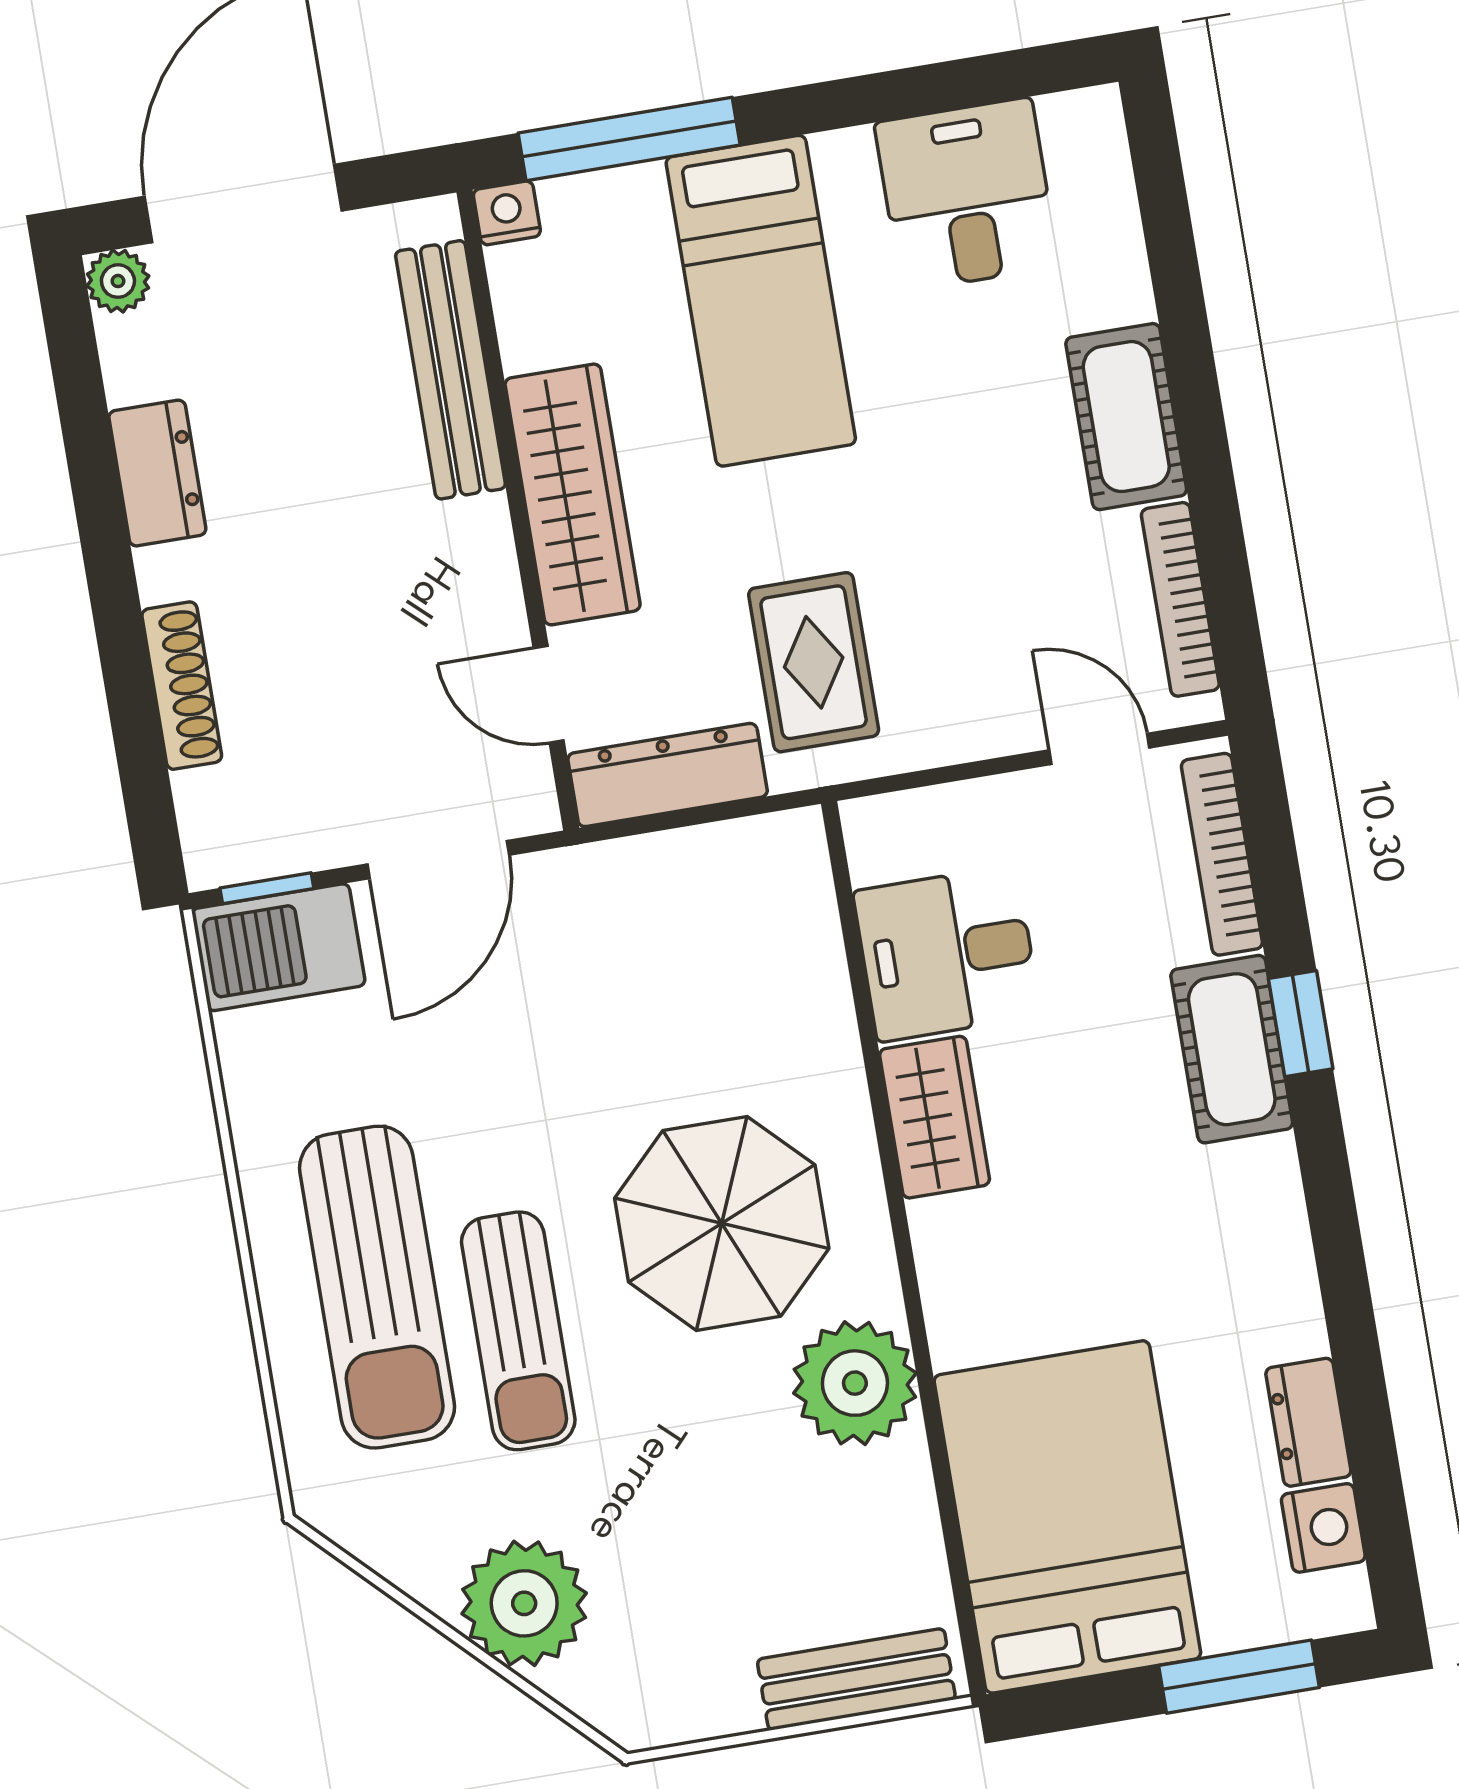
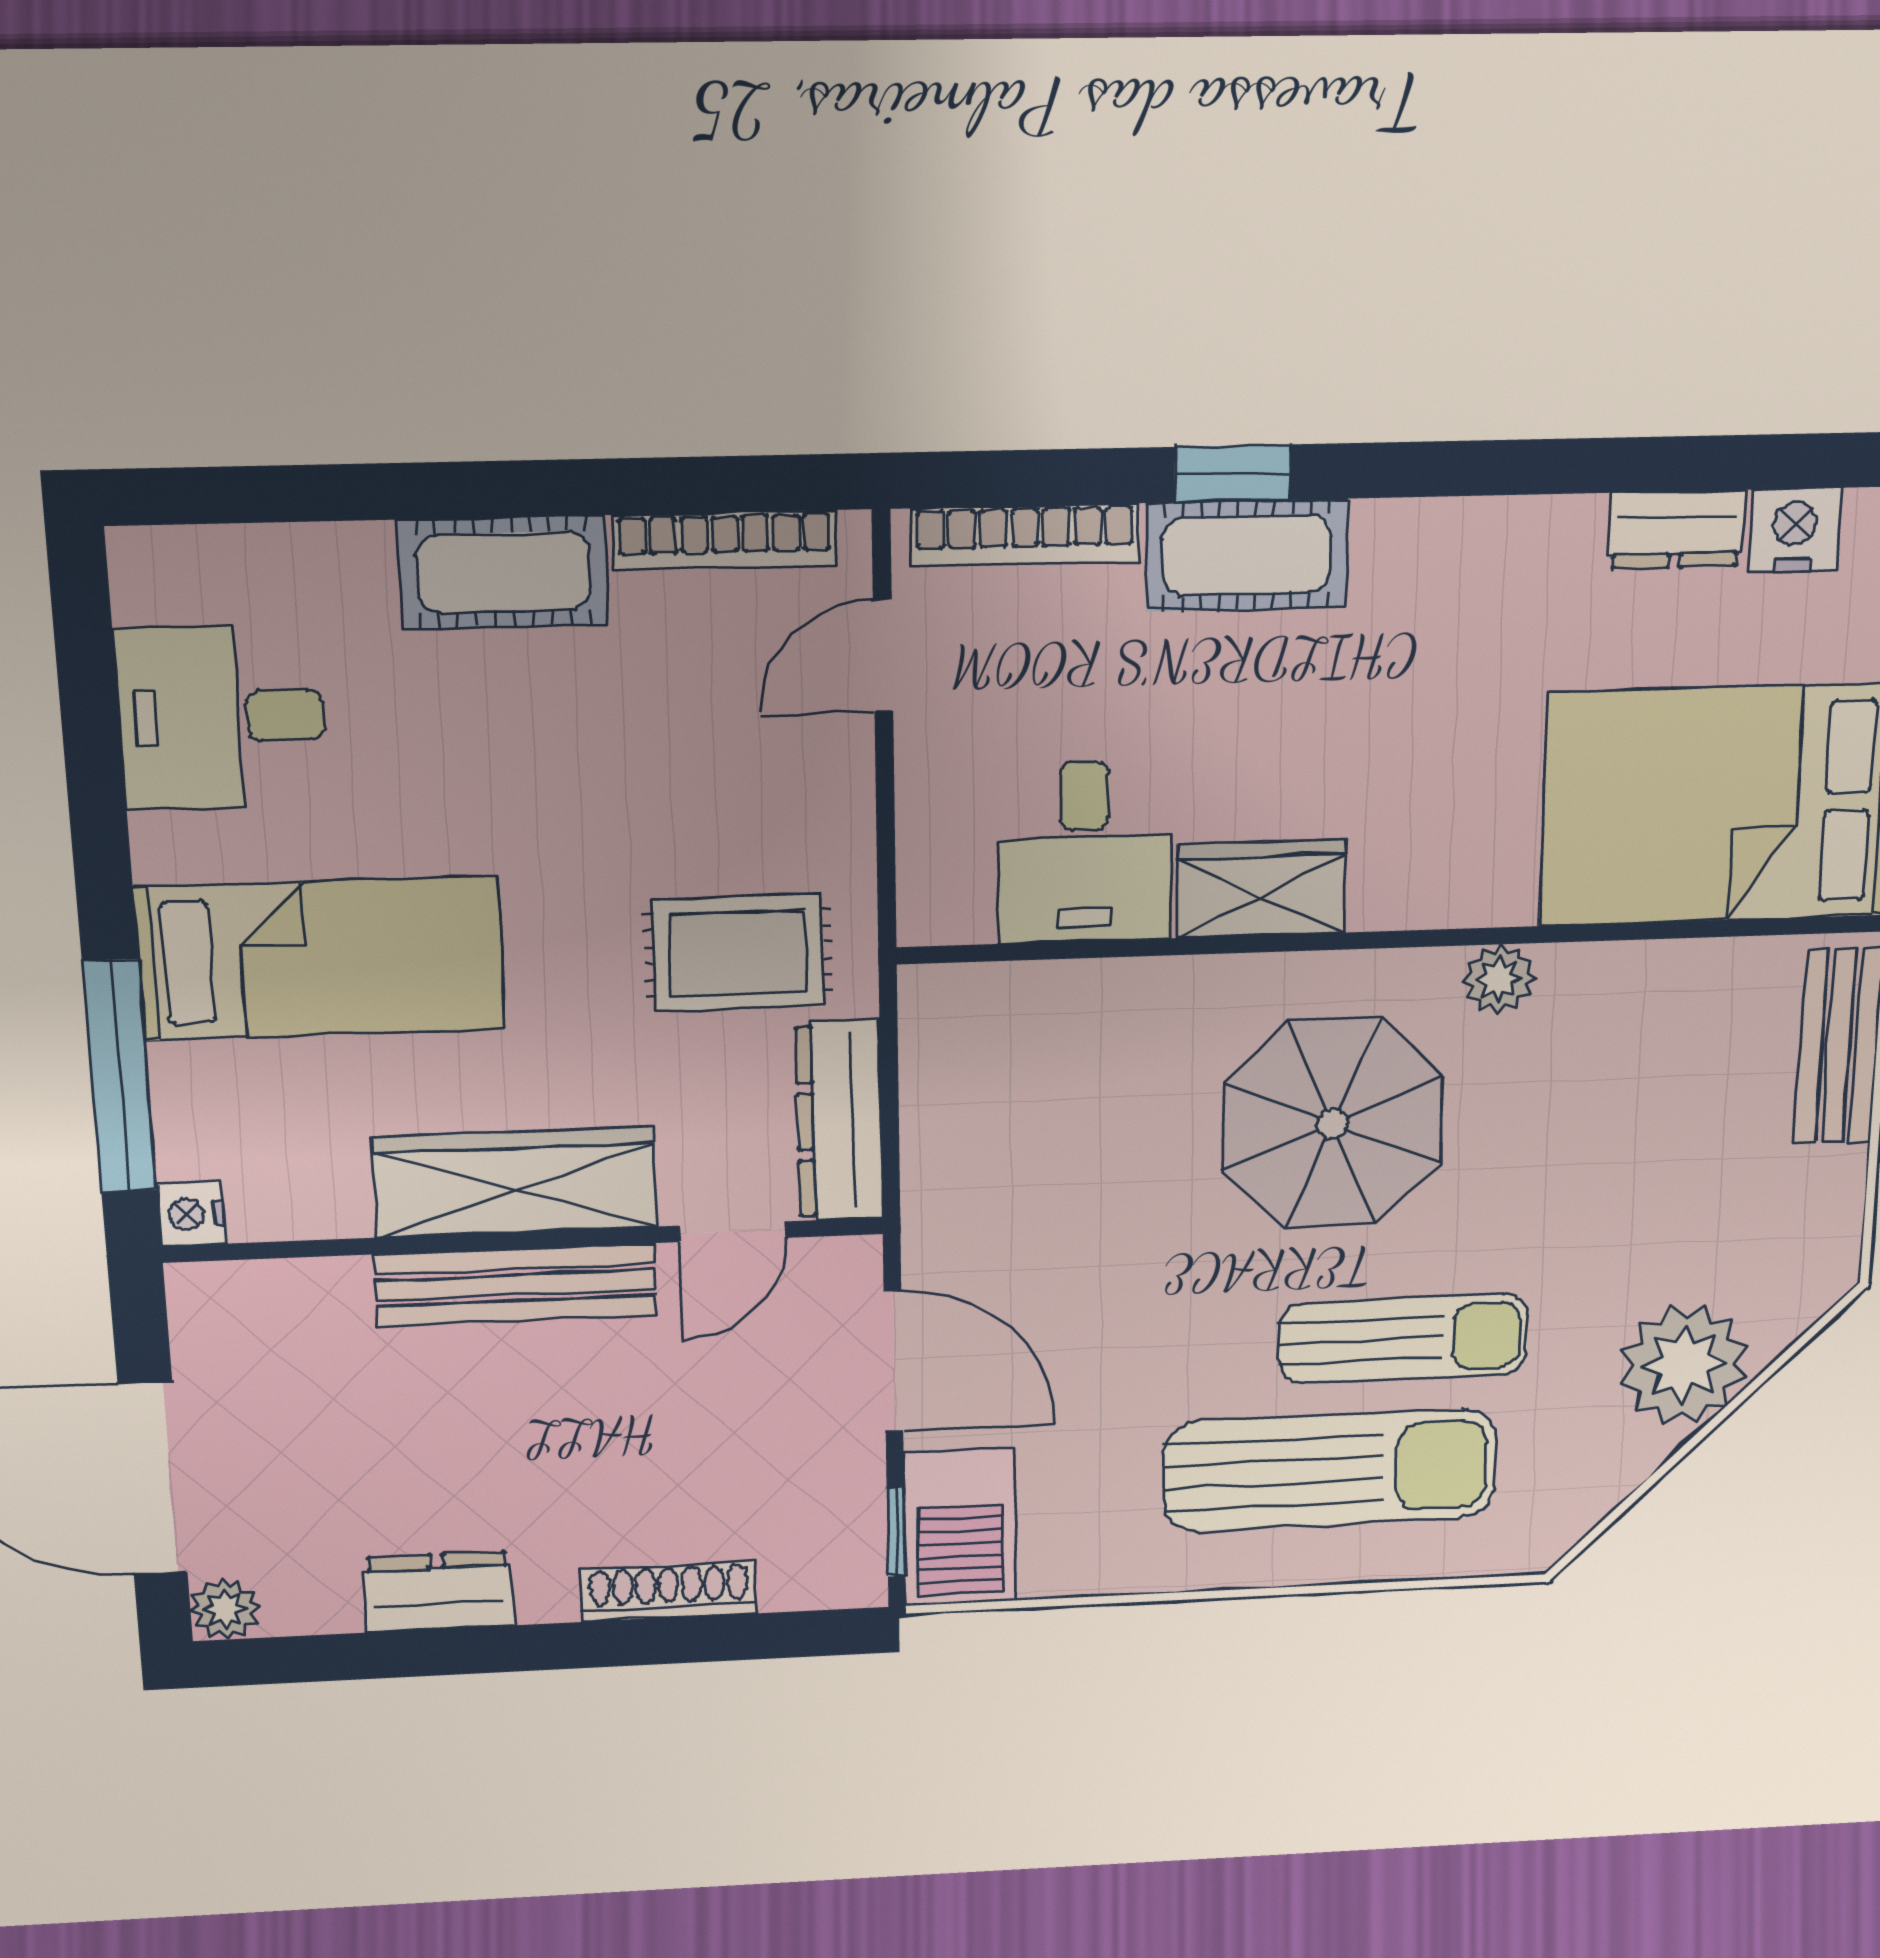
bench: (450, 370) -> (516, 1285), moved
plant: (855, 1383) -> (1499, 979), width x0.53, depth x0.53

